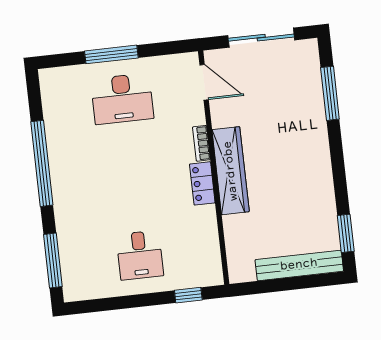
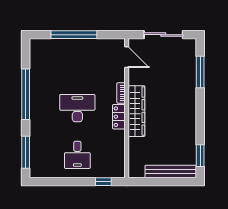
window: (111, 54) -> (74, 35), width x1.46
desk: (122, 99) -> (77, 108), moved, turned 180

